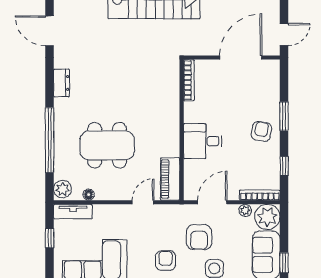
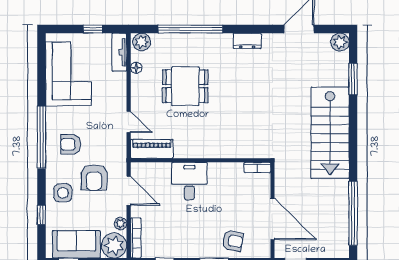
bookcase: (189, 80) -> (257, 167), width x0.64
armchair: (261, 131) -> (233, 241), moved
dining table: (107, 145) -> (185, 86), width x0.73
armchair: (199, 237) -> (94, 178), turned -90
armchair: (166, 261) -> (71, 144), turned 180

